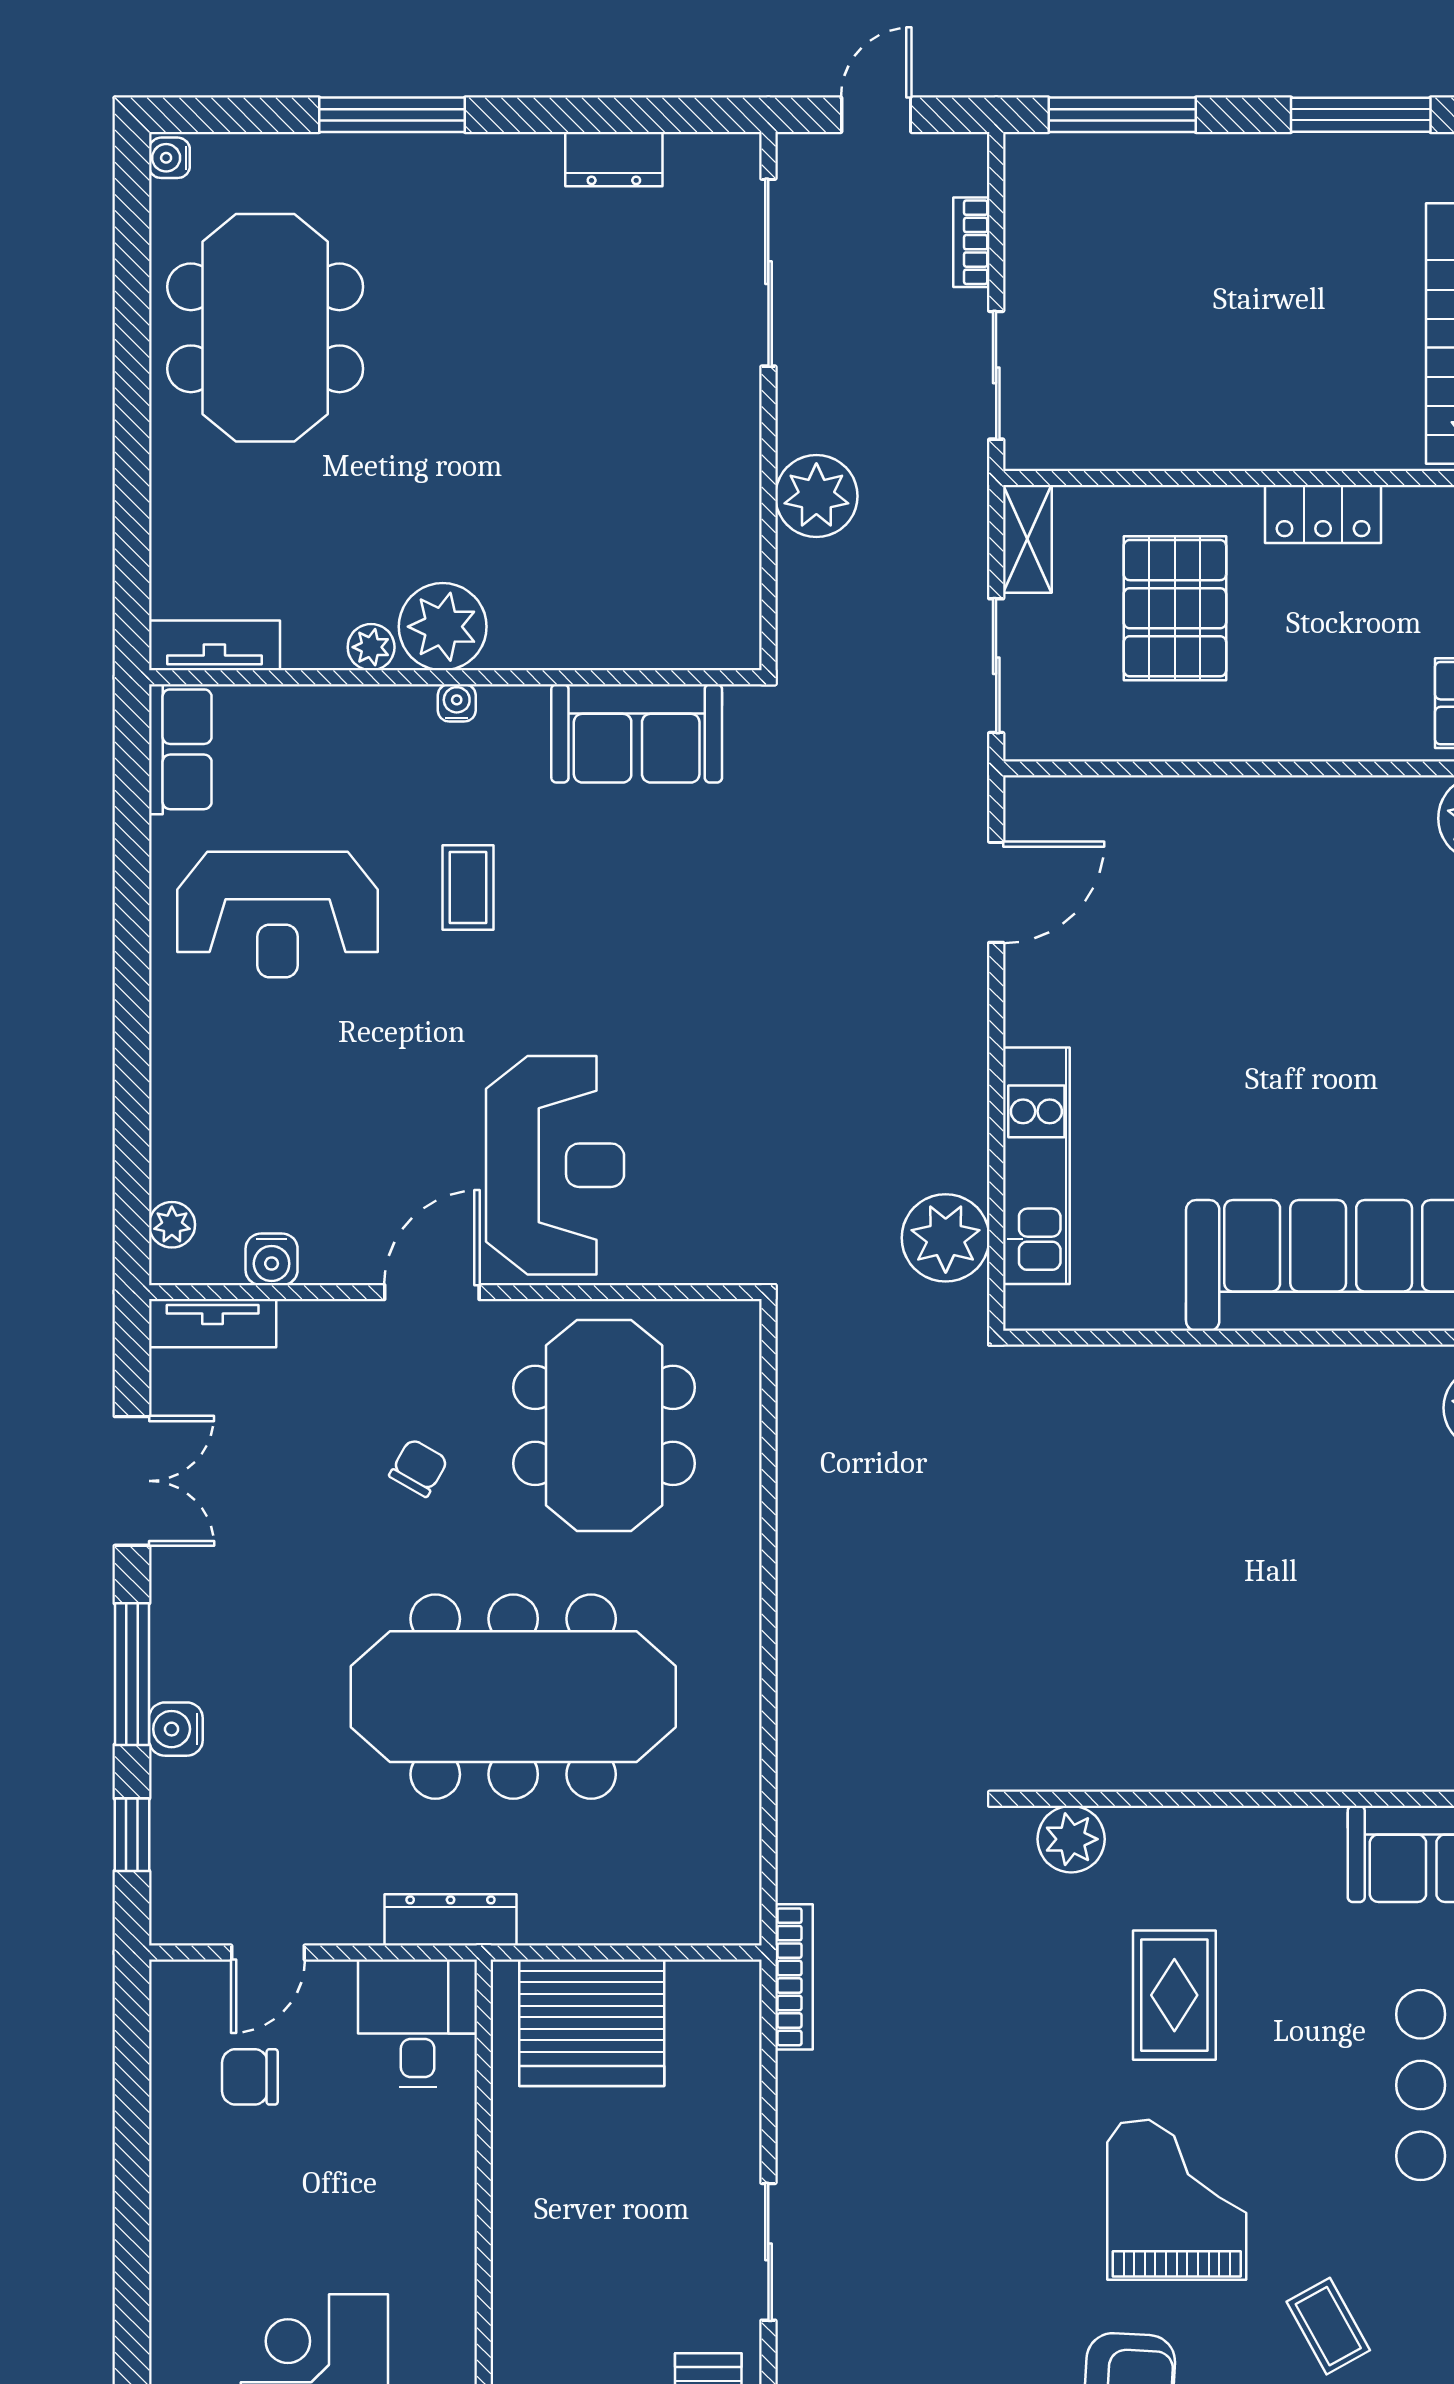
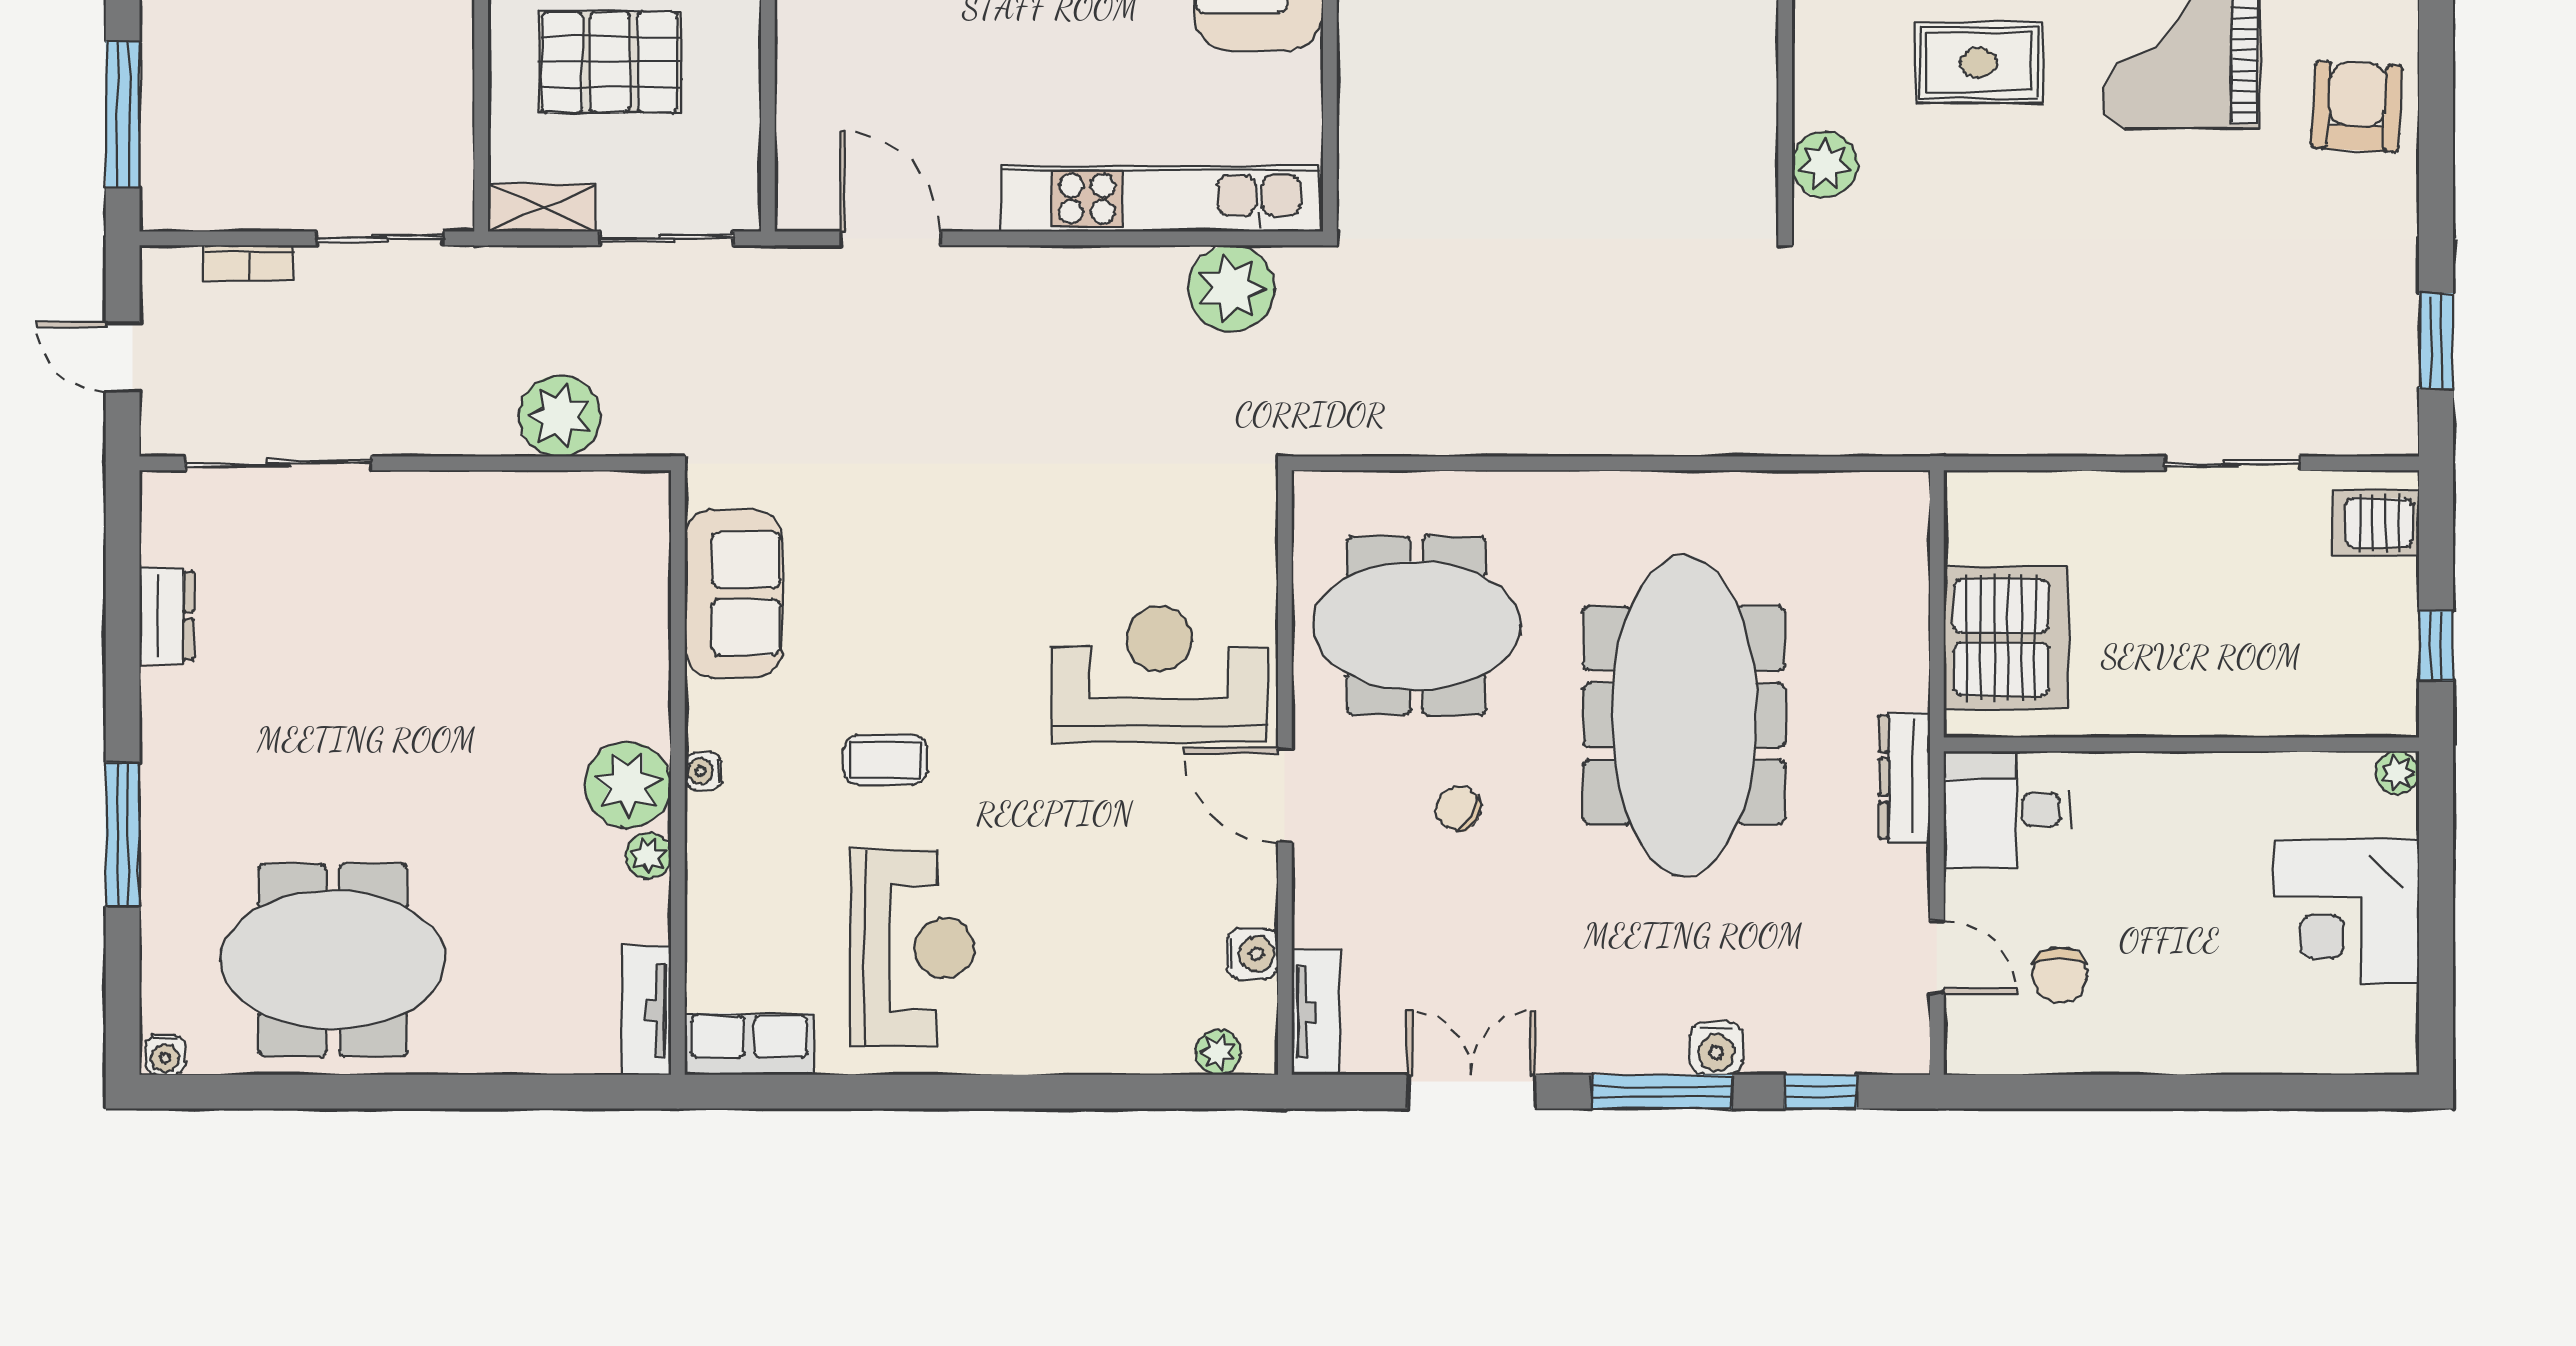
plant: (816, 496) -> (559, 416), moved
kitchen unit: (1036, 1166) -> (1160, 199), width x1.36
bookcase: (794, 1977) -> (1961, 438), removed

